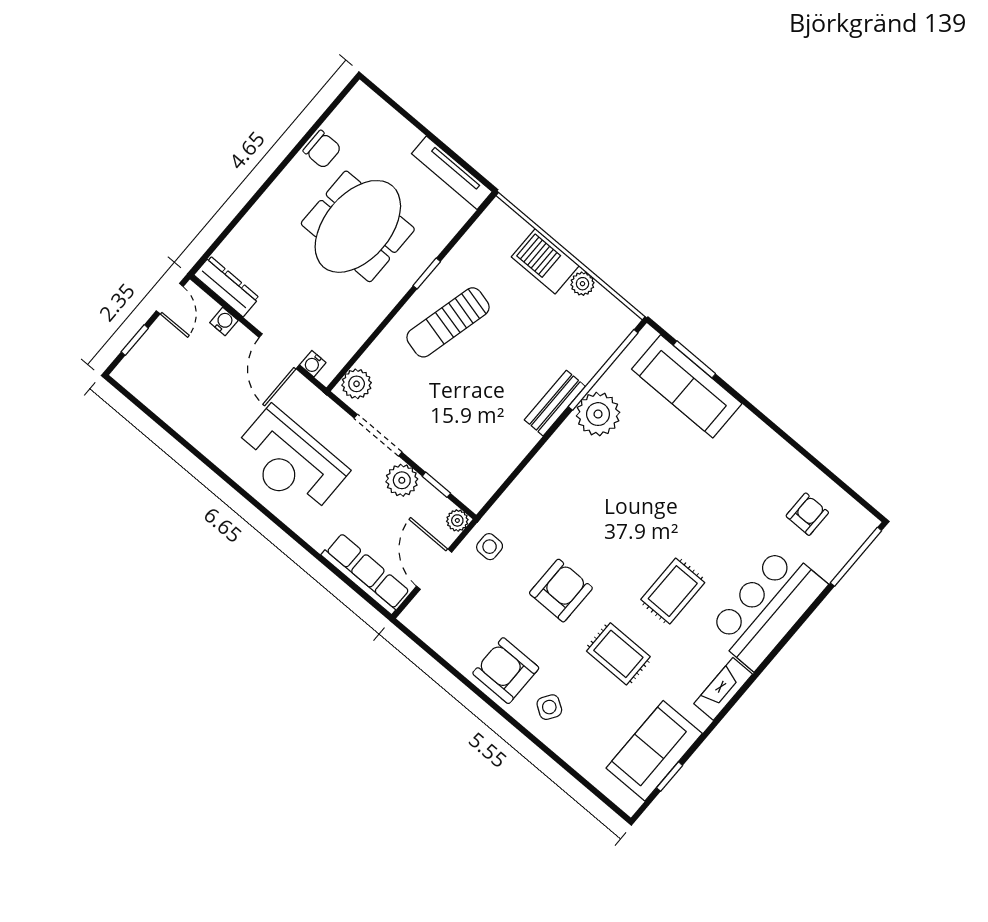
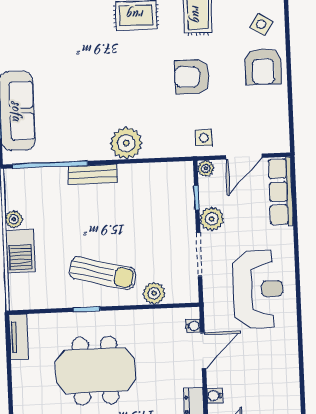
tv unit: (452, 173) -> (19, 337), width x0.71
plant: (357, 384) -> (154, 293), moved
plant: (598, 414) -> (126, 143), moved

